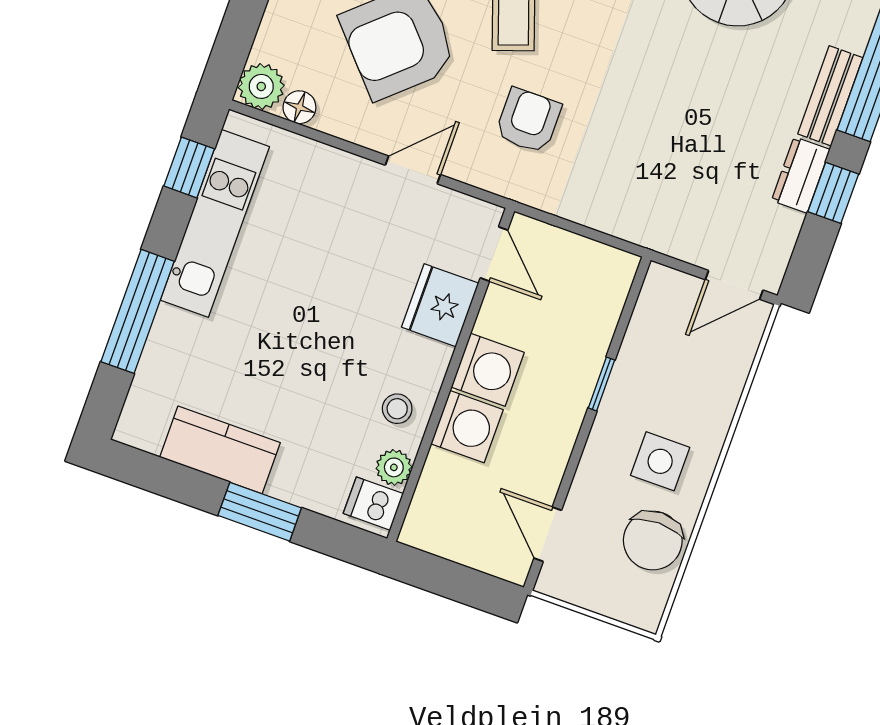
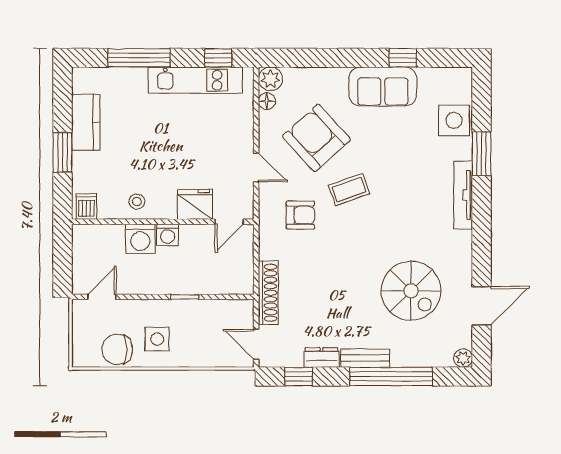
window: (833, 193) -> (298, 377), moved
shoe rack: (648, 229) -> (268, 293), added
washing machine: (488, 370) -> (168, 235), width x0.73, depth x0.73
plant: (394, 467) -> (108, 210), removed

